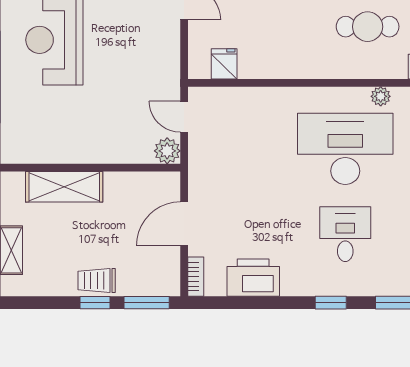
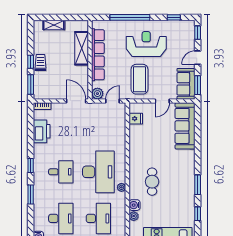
coffee table: (135, 55) -> (140, 79), added
row of seats: (79, 150) -> (98, 55), added
door: (184, 224) -> (76, 101), moved

